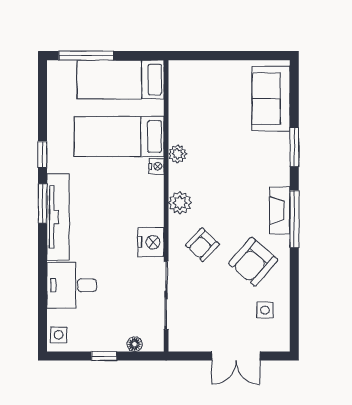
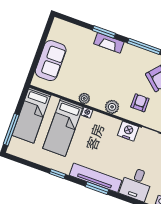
sofa: (271, 99) -> (51, 61), moved, turned -90
window: (42, 204) -> (97, 188), moved
fireplace: (280, 211) -> (109, 43), moved
armchair: (202, 245) -> (140, 103), turned -134

